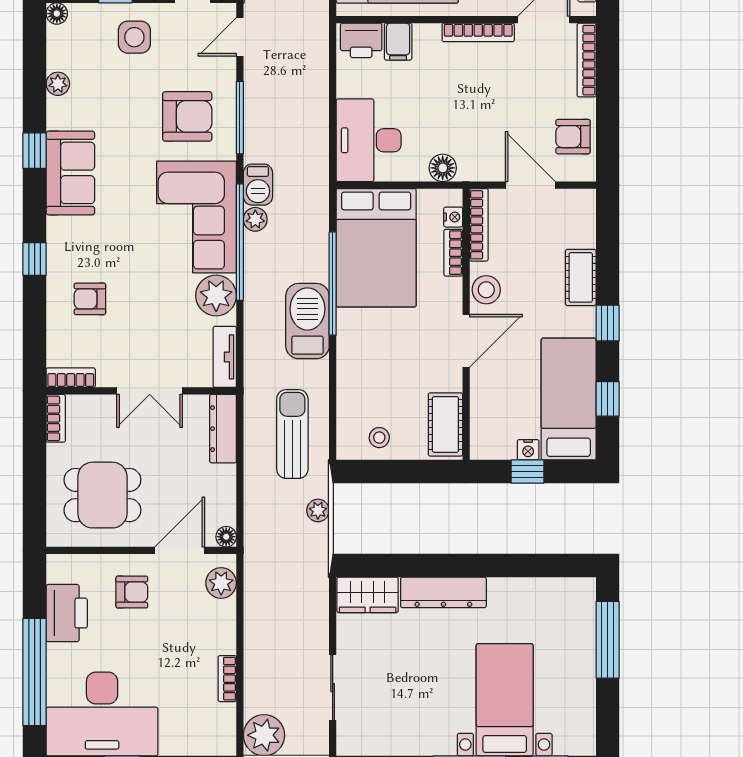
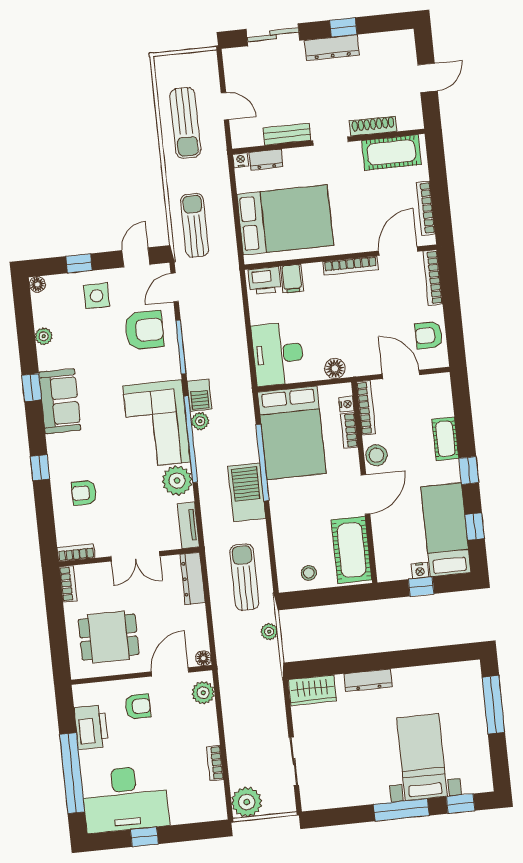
armchair: (187, 116) -> (144, 330), moved
cot: (445, 424) -> (352, 550), width x1.37, depth x1.34
dresser: (443, 592) -> (368, 680), width x0.73, depth x0.80

